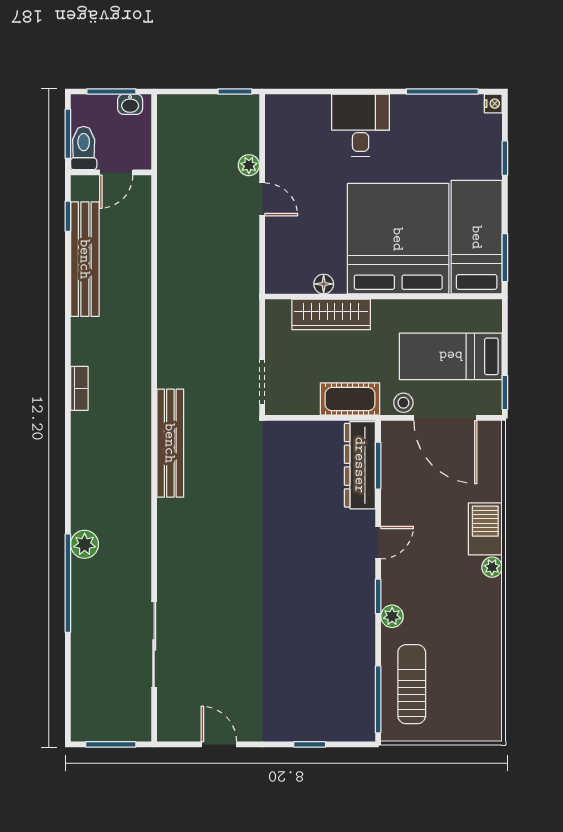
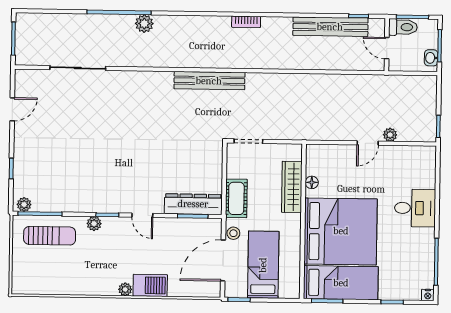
plant: (364, 724) -> (24, 204), added

